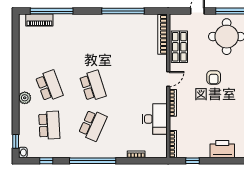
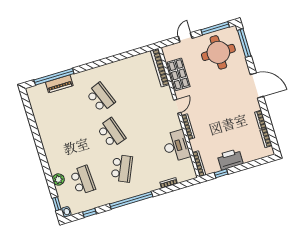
window: (123, 11) -> (118, 57), removed
piano: (39, 20) -> (59, 84), moved
armchair: (214, 77) -> (218, 93), removed
school desk: (49, 86) -> (101, 97), moved
plant: (25, 98) -> (58, 179), moved
printer: (222, 149) -> (230, 159), moved

